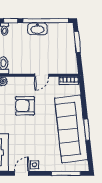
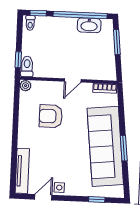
washbasin: (38, 29) -> (89, 25), moved
window: (66, 173) -> (97, 200), width x0.46

